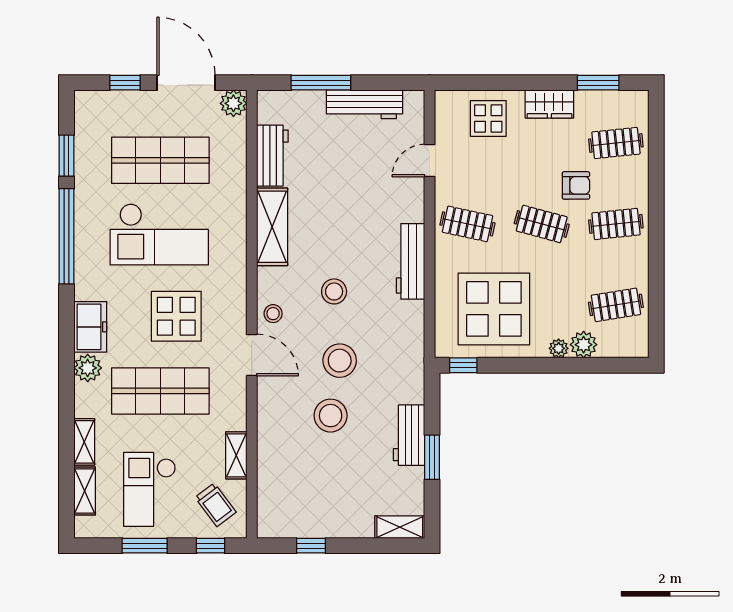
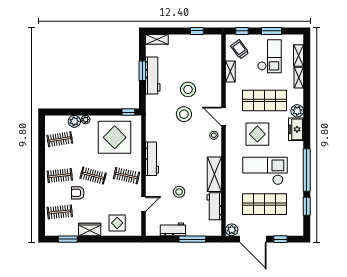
workbench: (364, 104) -> (173, 229), width x0.73
stool: (334, 291) -> (179, 192), moved
workbench: (409, 435) -> (153, 75), width x1.38

